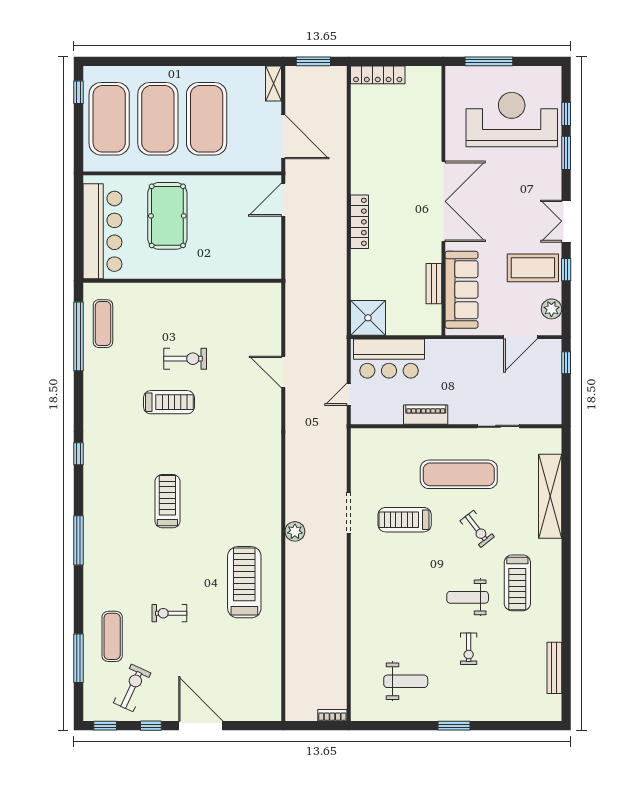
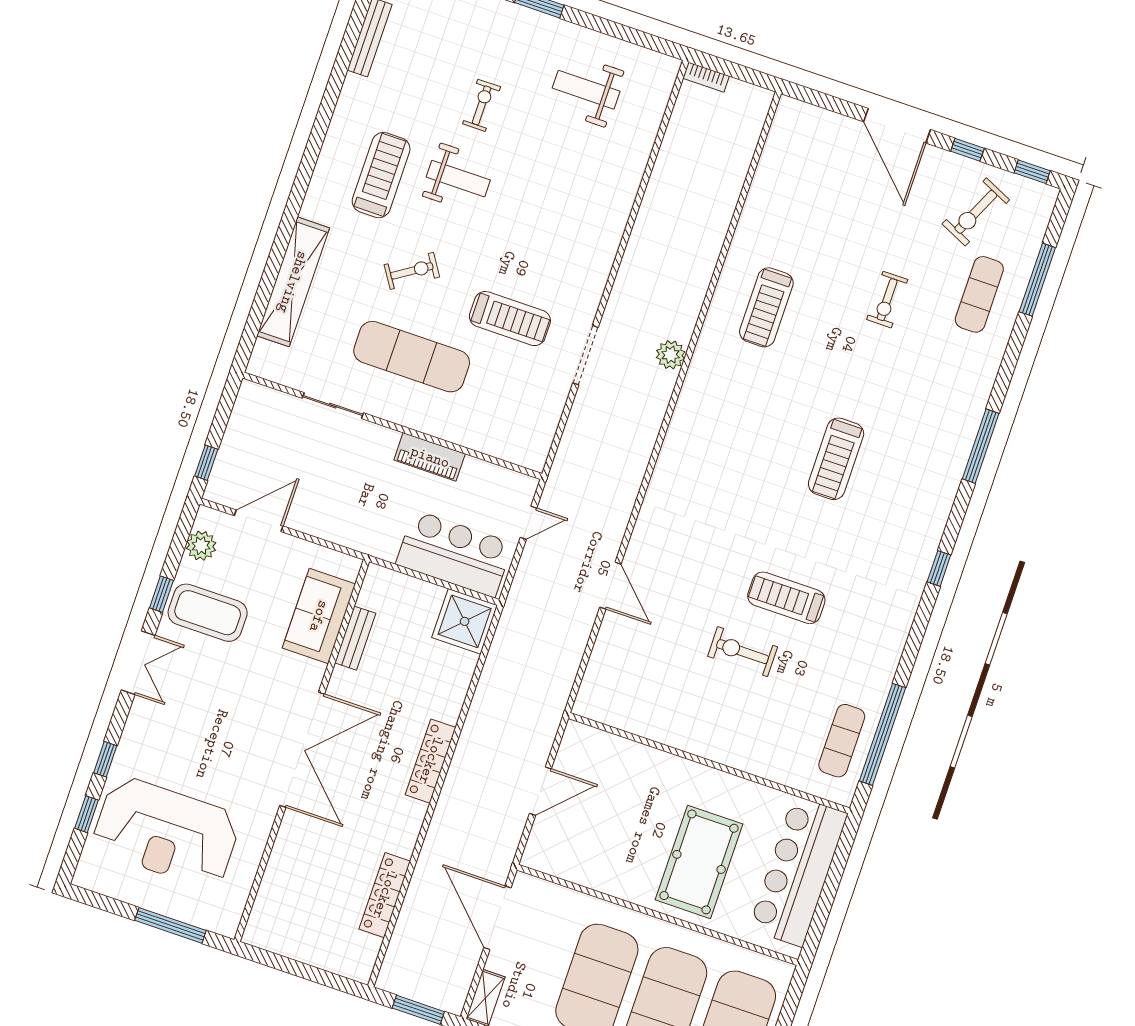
locker: (378, 75) -> (385, 895), moved, turned -90
window: (566, 153) -> (105, 759), width x0.67
door: (283, 200) -> (540, 791), moved
double door: (443, 201) -> (302, 750), swing flipped
sofa: (462, 290) -> (319, 616), width x0.73
exercise bike: (477, 529) -> (412, 271), turned 95
treadmill: (244, 582) -> (766, 307), width x0.73, depth x0.73
exercise bike: (169, 613) -> (887, 300), turned 90

